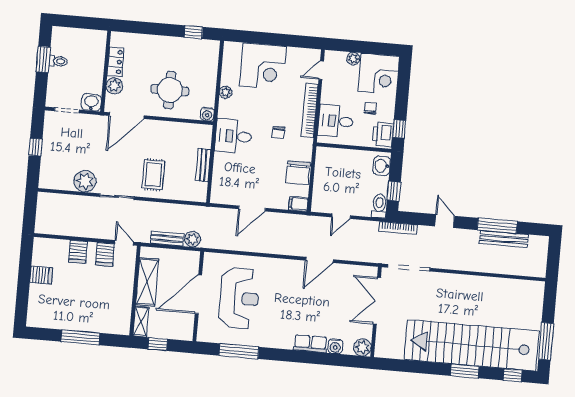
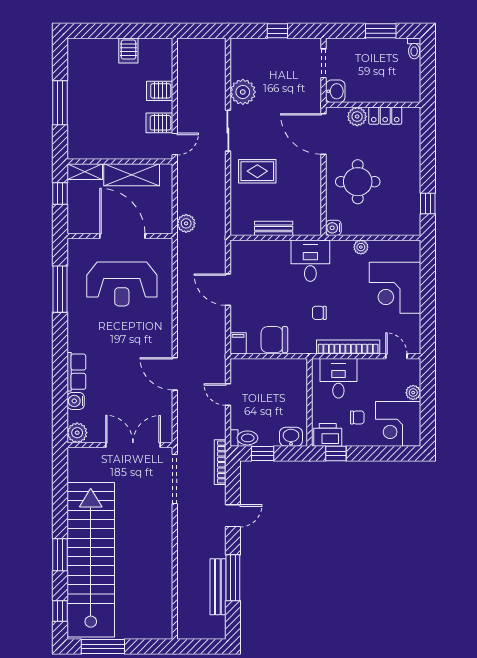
toilet: (58, 61) -> (414, 48), moved
bench: (167, 239) -> (184, 194), removed

